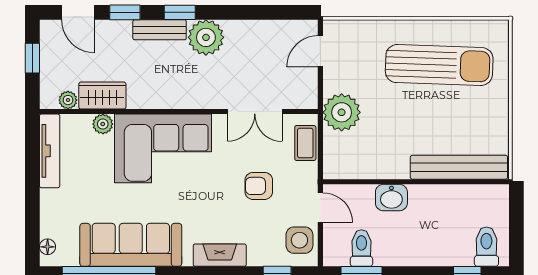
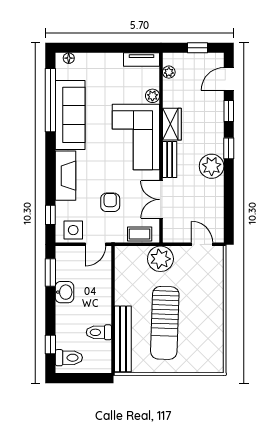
bench: (160, 30) -> (170, 160), moved
sun lounger: (439, 65) -> (165, 323), moved
wardrobe: (102, 96) -> (172, 124), moved
tv unit: (50, 151) -> (141, 60), width x0.71
washbasin: (391, 198) -> (64, 292), moved, turned 180
toilet: (361, 248) -> (99, 332), moved, turned 180
fireplace: (220, 255) -> (65, 176), width x1.37, depth x1.32

